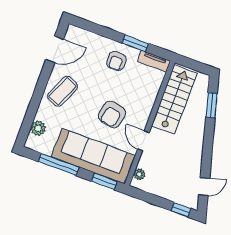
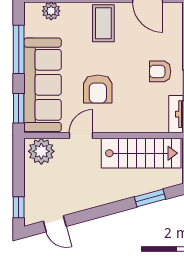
coffee table: (63, 91) -> (103, 23), turned 67
armchair: (112, 114) -> (98, 89), turned -102
plant: (139, 174) -> (41, 151), width x1.88, depth x1.88

